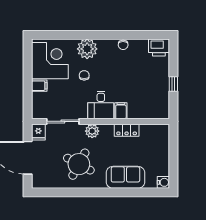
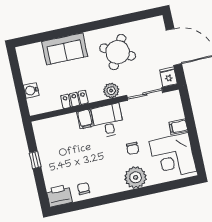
chair: (123, 45) -> (83, 189), moved
water cooler: (163, 182) -> (31, 90), moved

